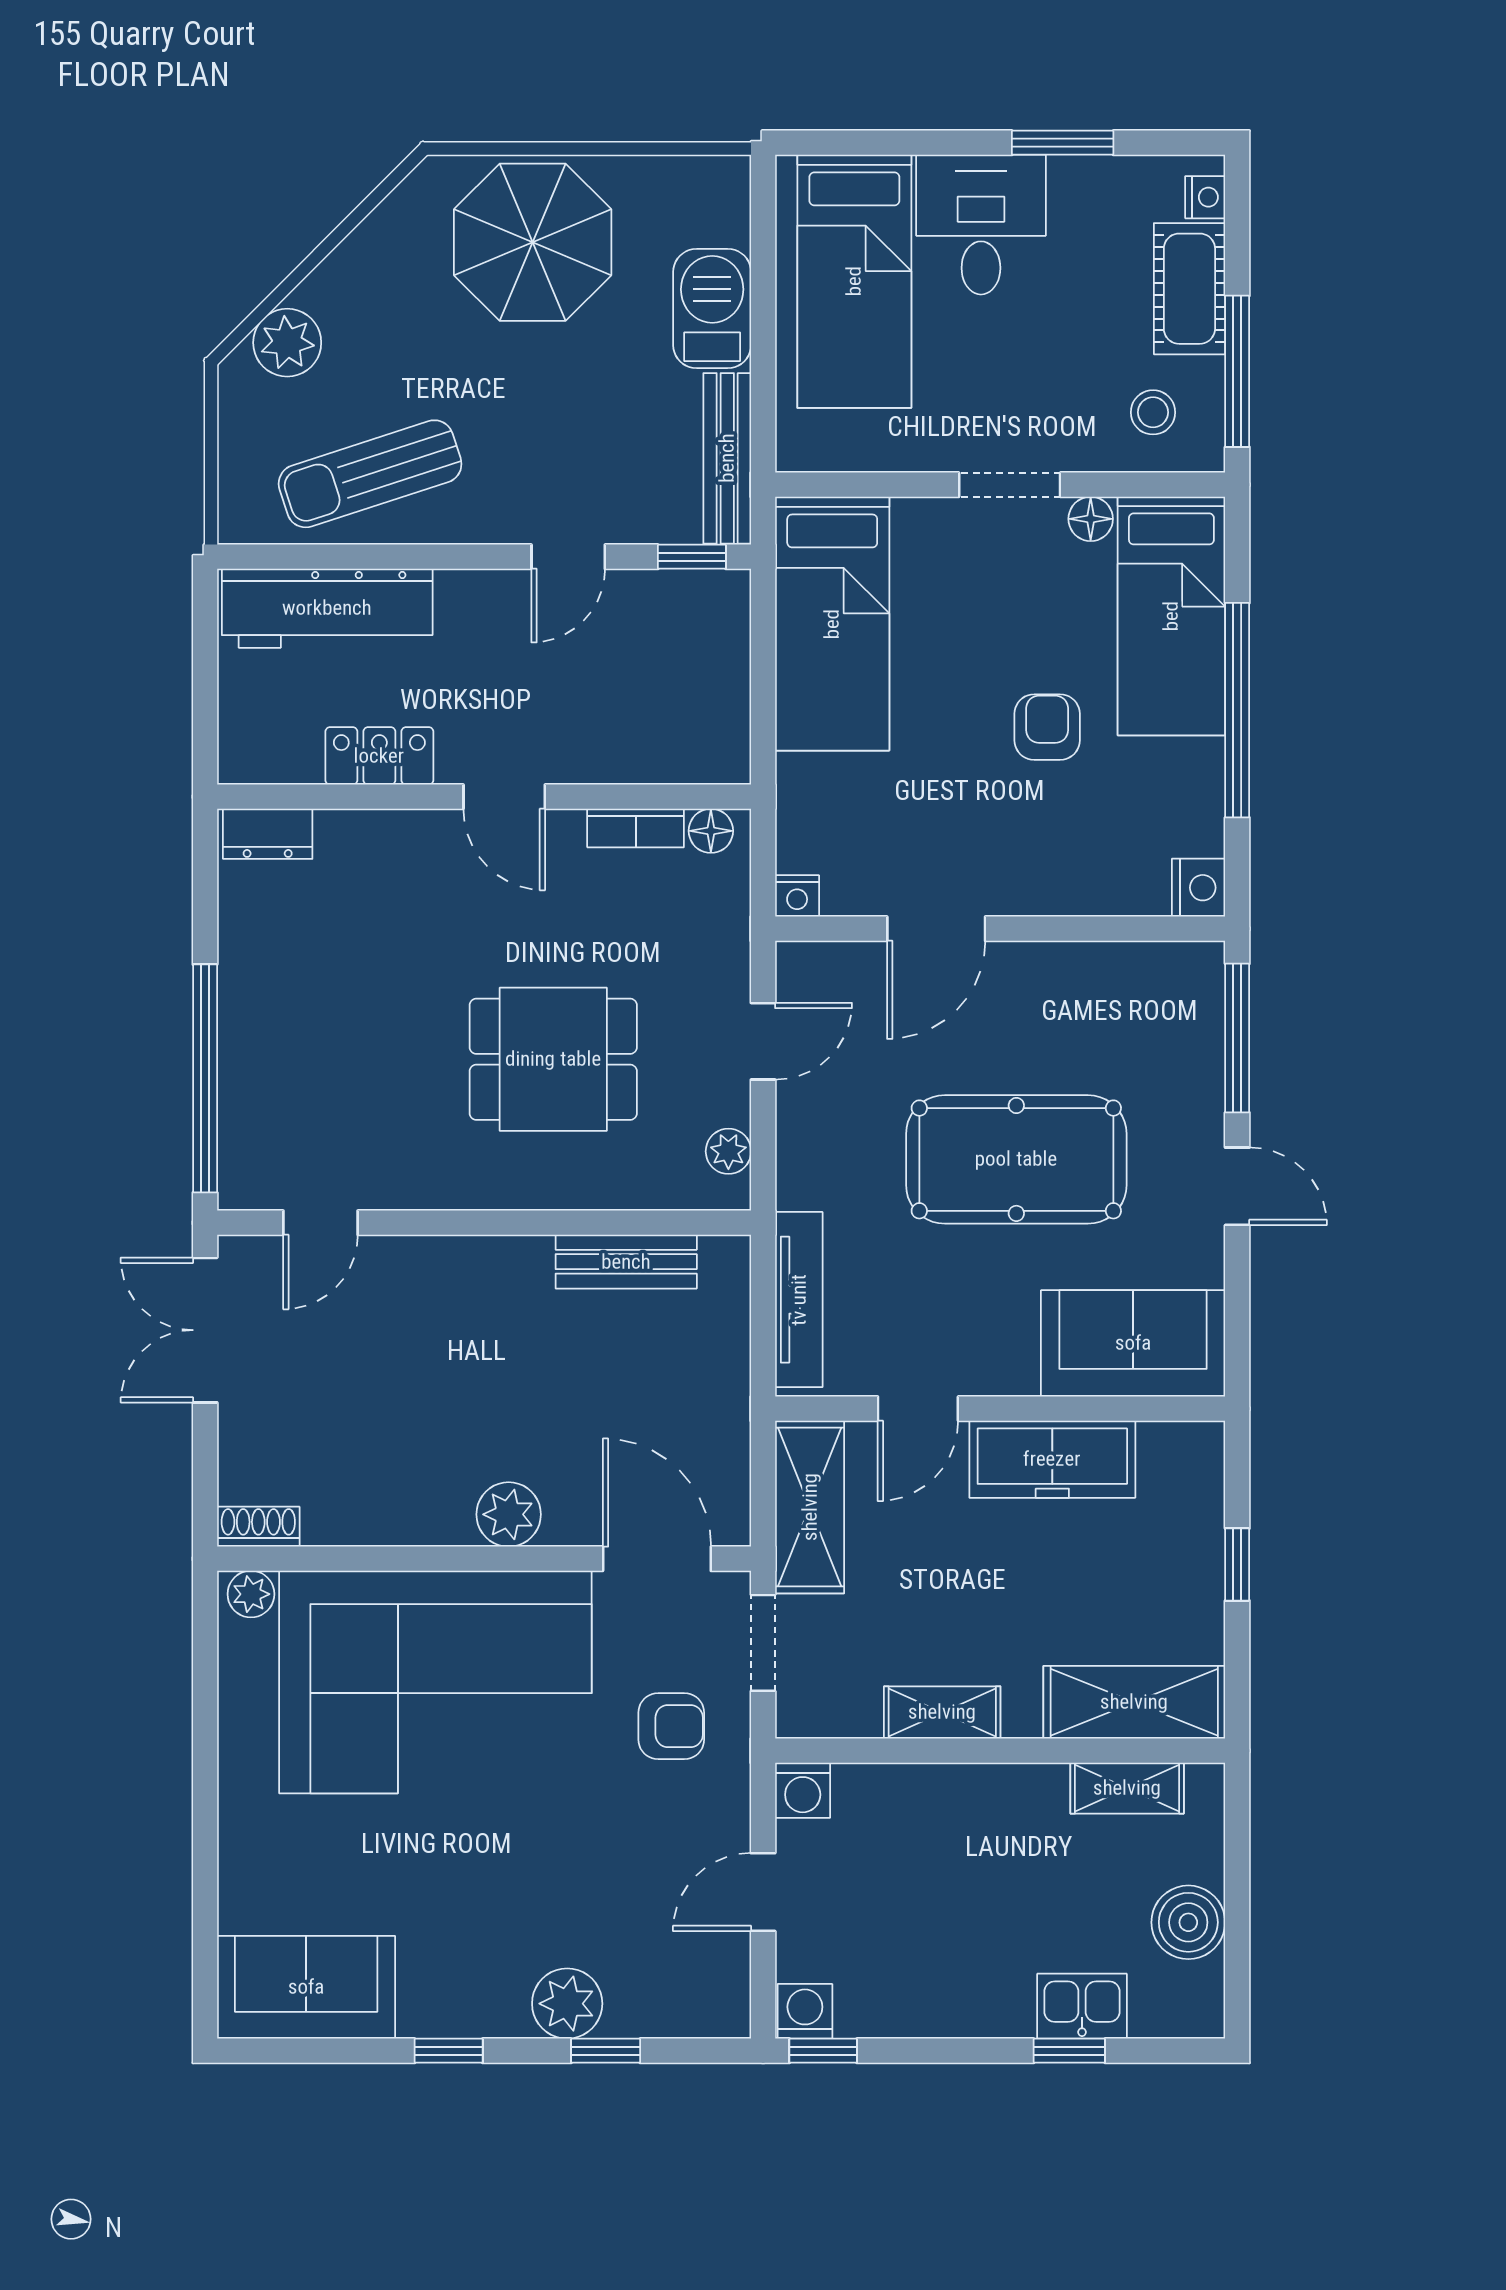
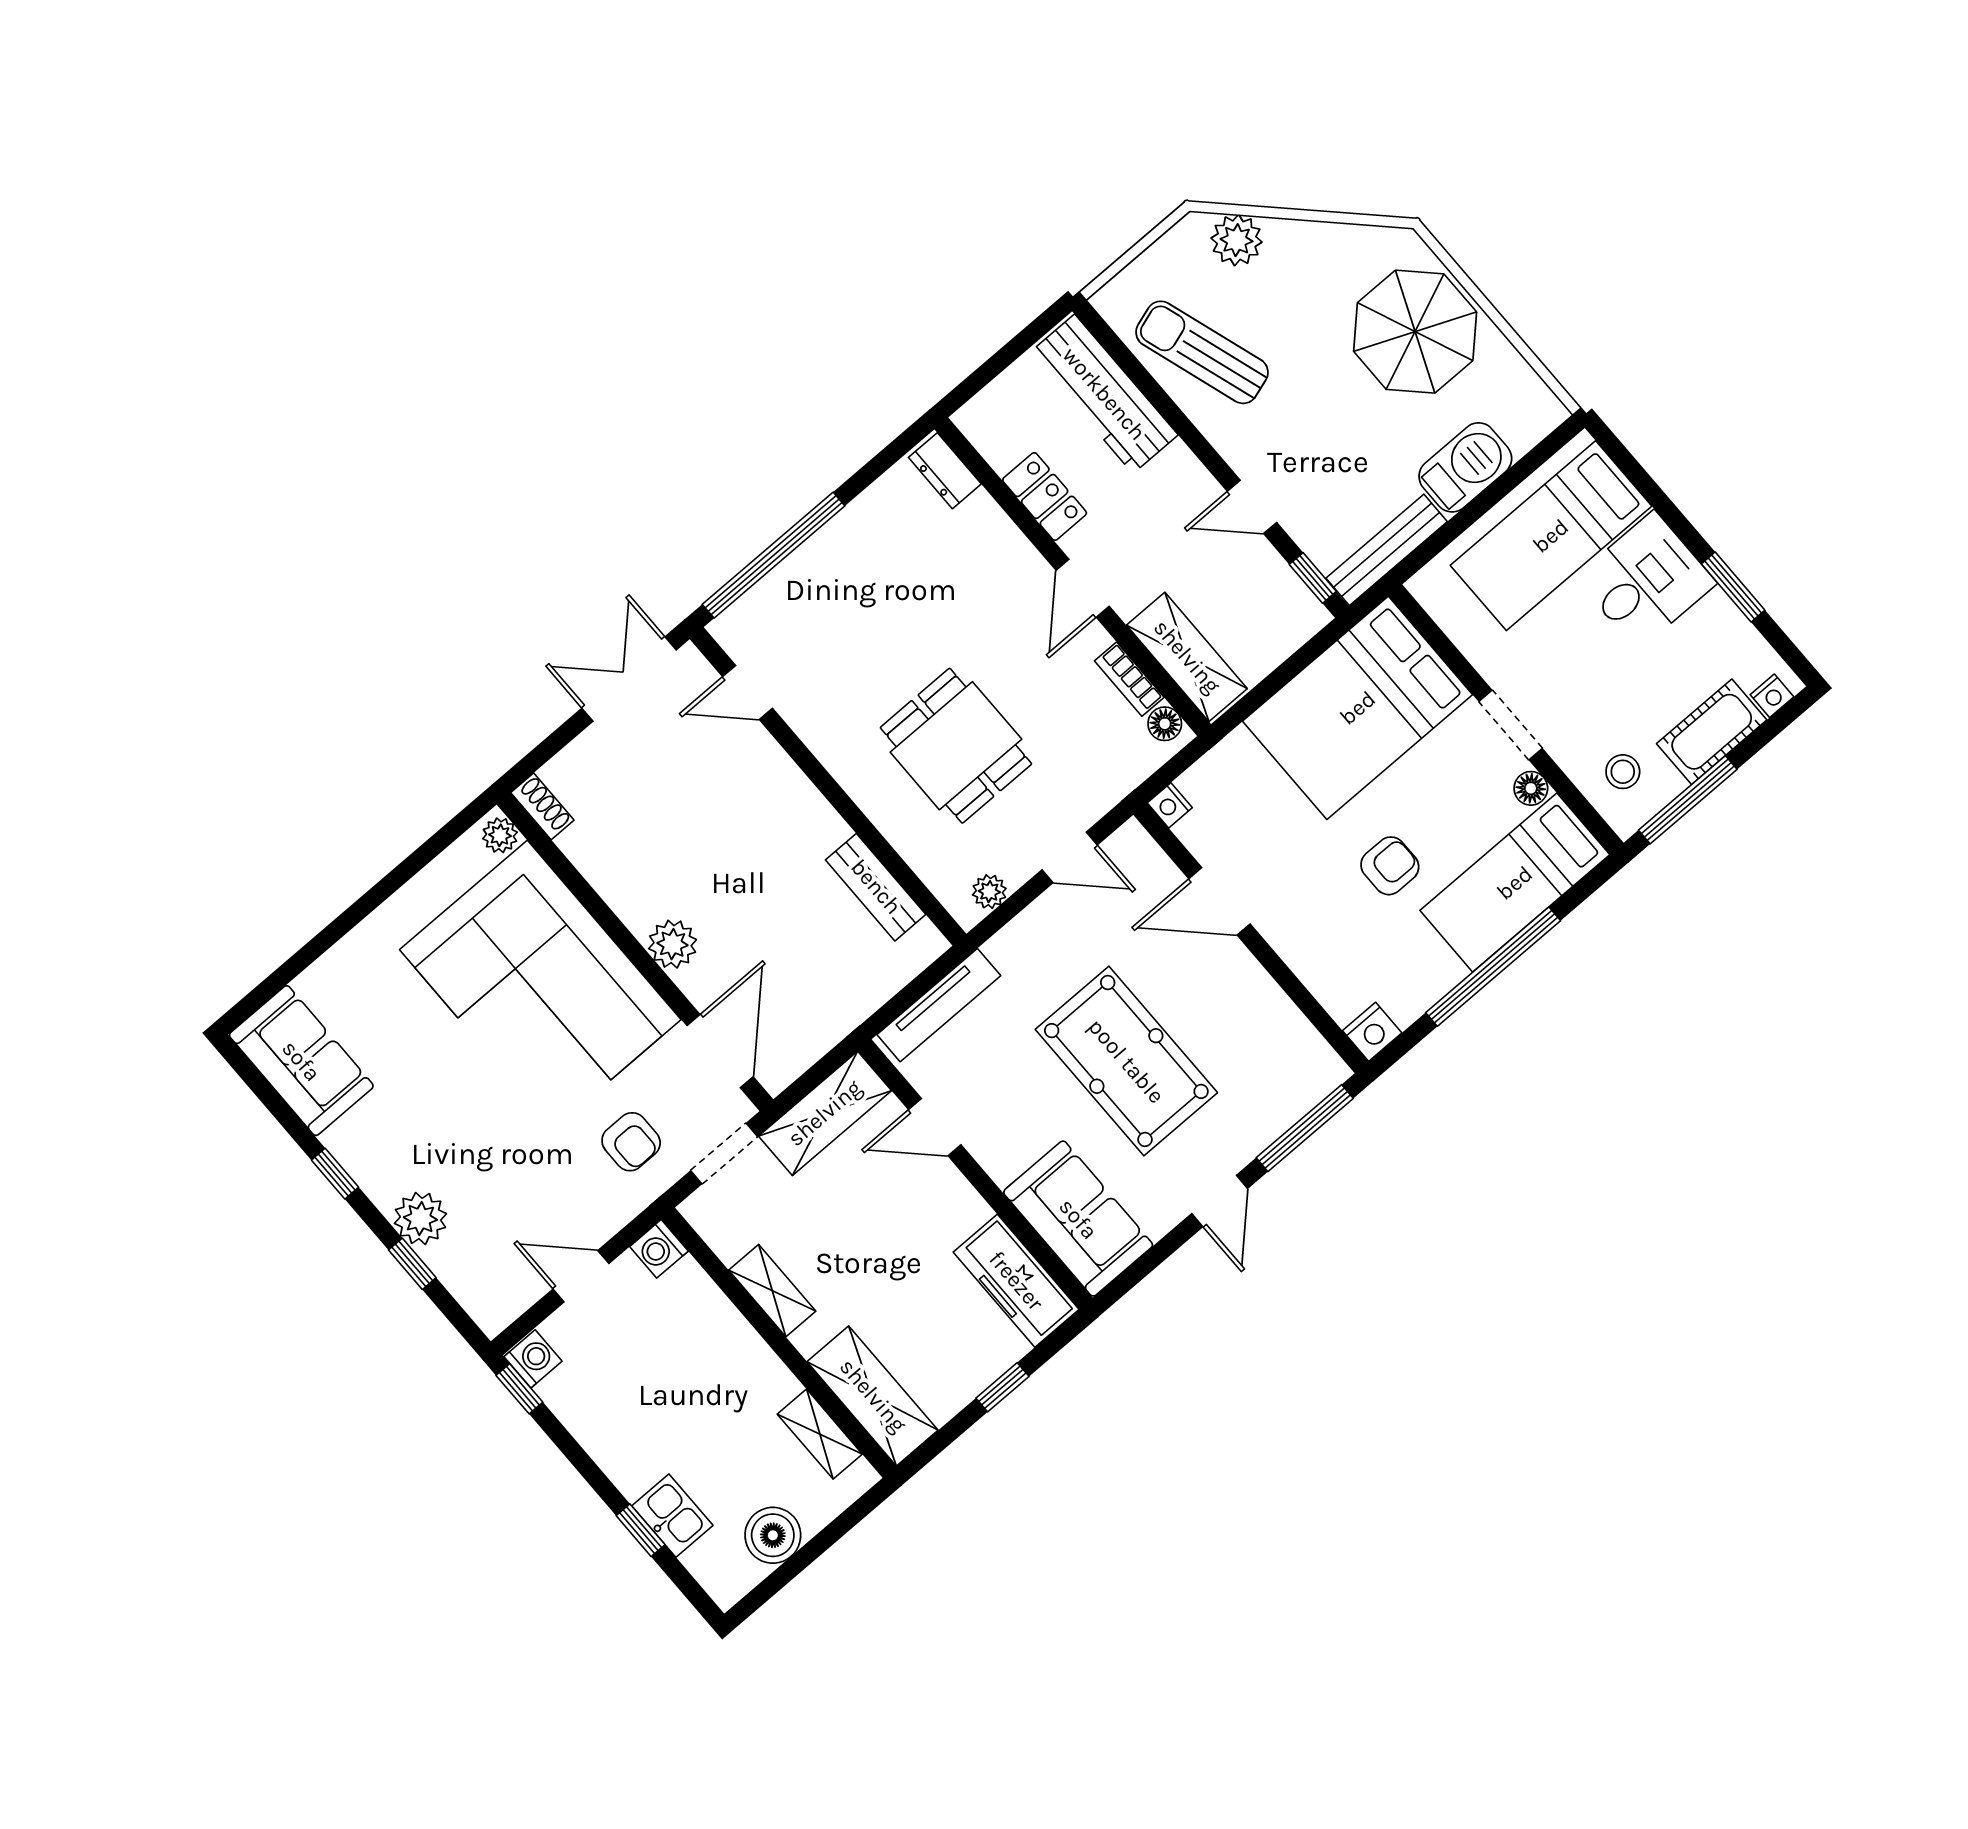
bed: (832, 624) -> (1358, 708), width x1.50
shelving: (663, 751) -> (1187, 657), added
freezer: (1052, 1459) -> (1016, 1281), moved

